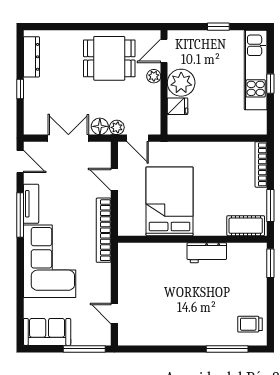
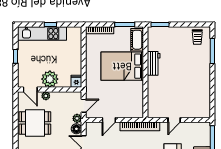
dining table: (109, 58) -> (35, 123), turned 90
fridge: (178, 106) -> (76, 81), moved
bed: (170, 201) -> (122, 66), moved
door: (114, 314) -> (174, 120), moved

